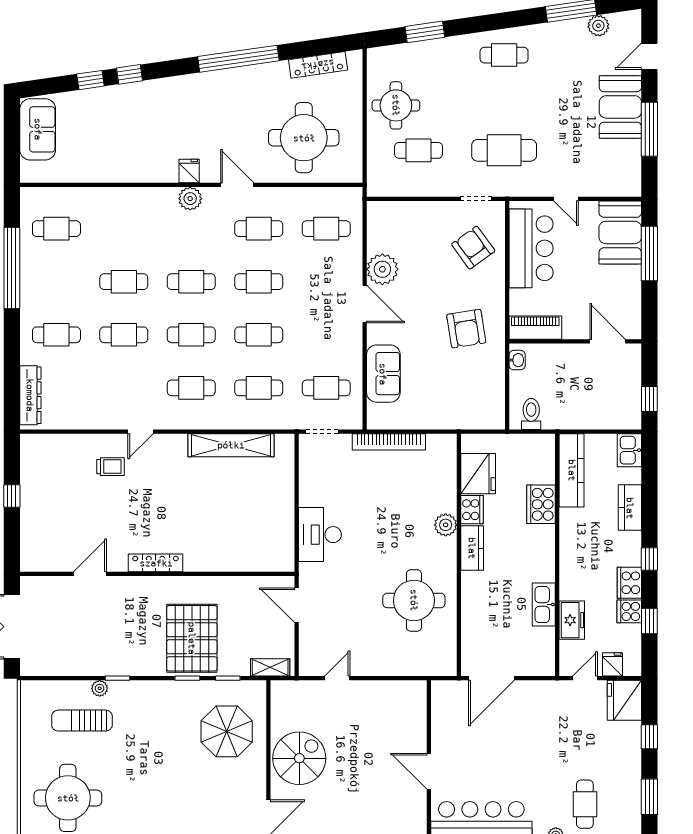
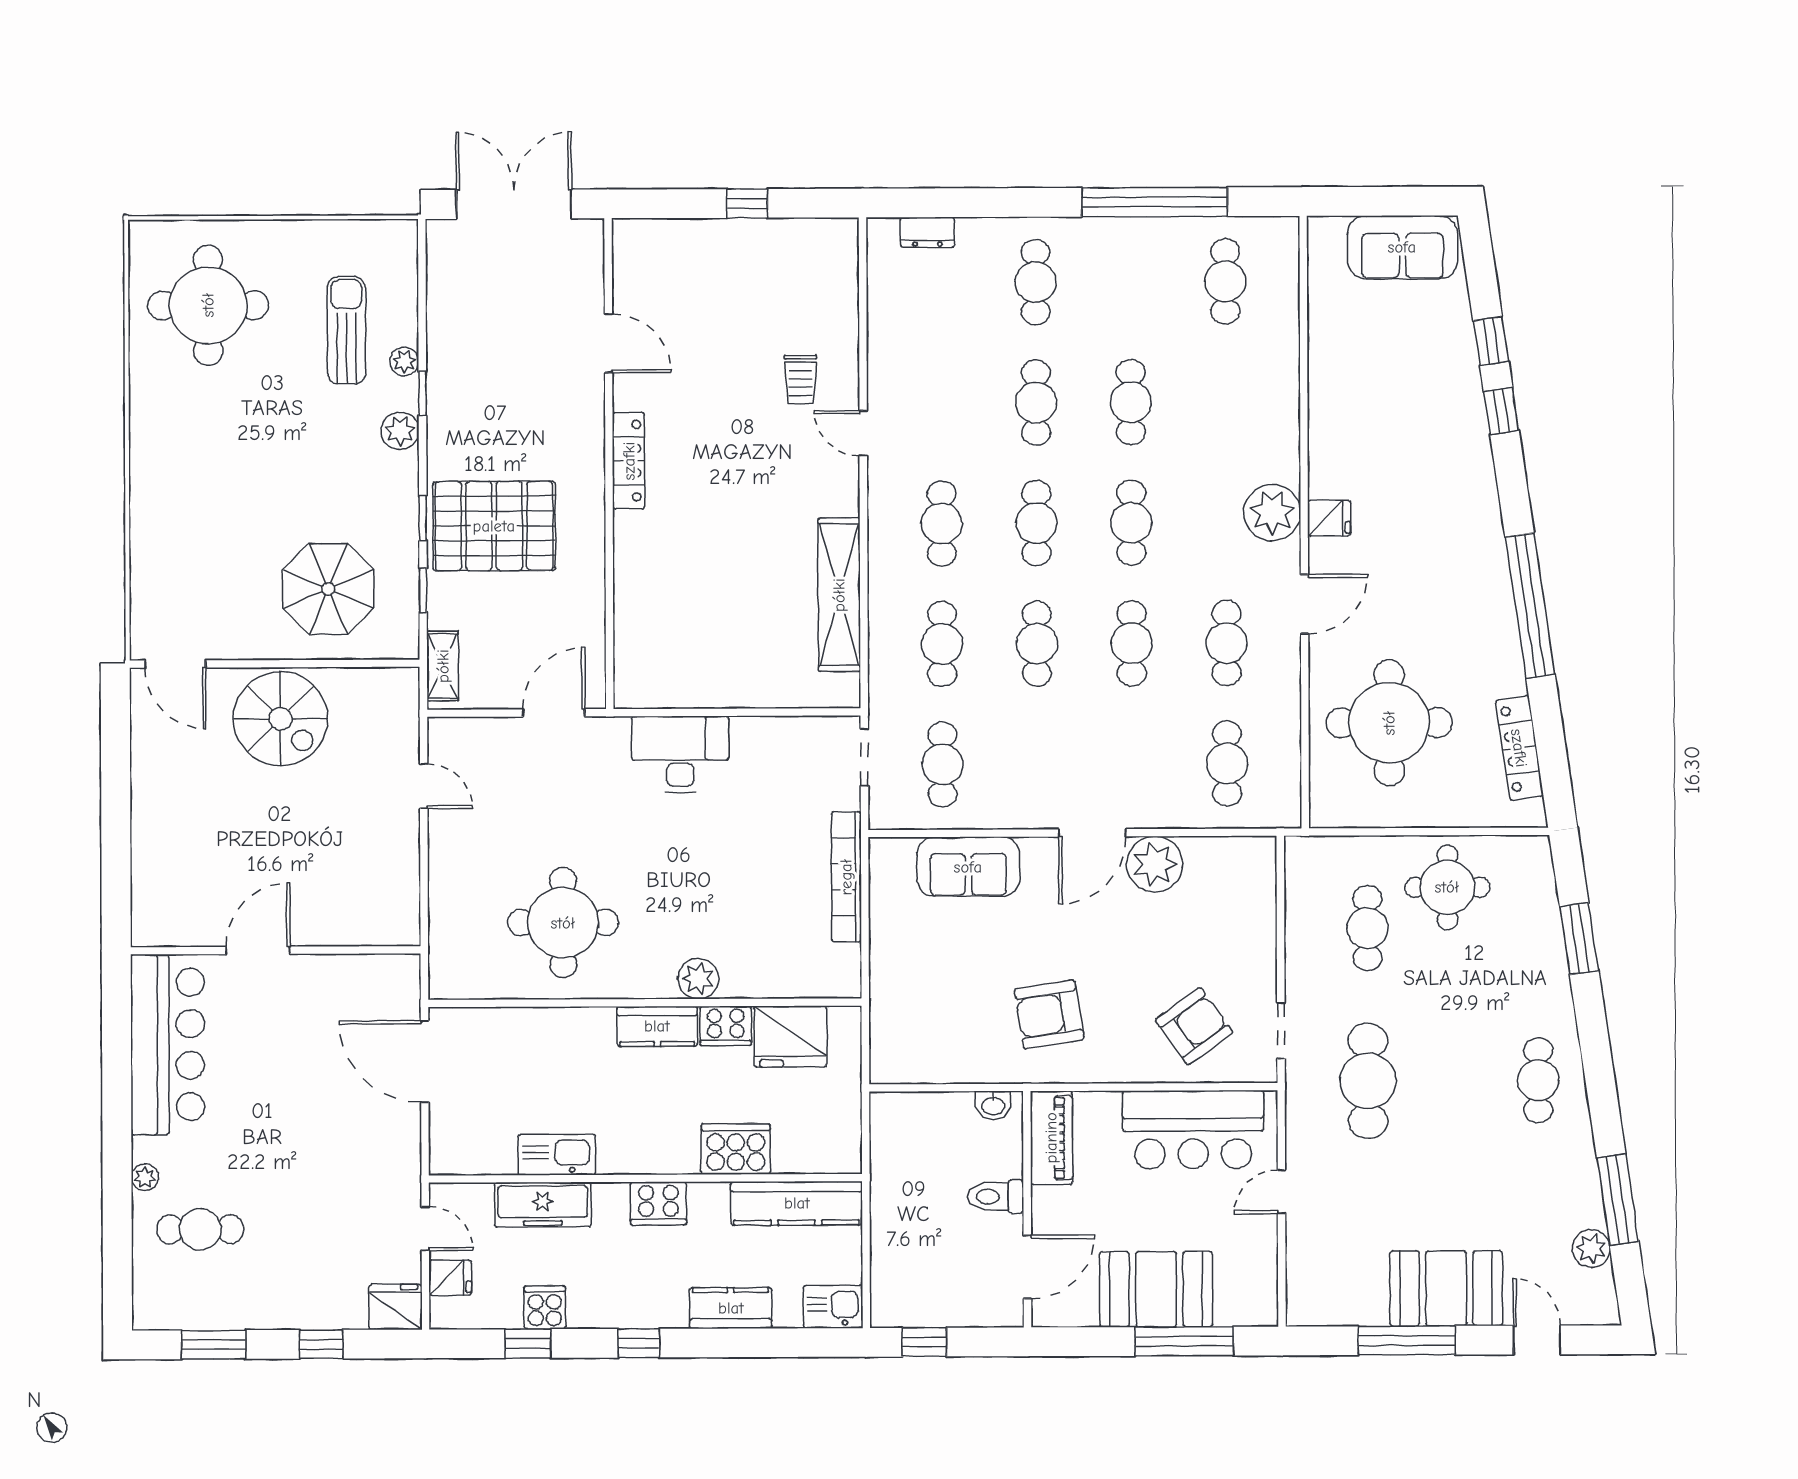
plant: (190, 199) -> (1272, 513), width x1.36, depth x1.36
booth: (620, 232) -> (1156, 1289), moved
dresser: (30, 395) -> (927, 232), width x0.51, depth x0.80
toilet: (531, 414) -> (996, 1197), moved, turned 180
cooker: (629, 583) -> (658, 1203), moved, turned 180
freezer: (572, 620) -> (543, 1205), width x1.40
plant: (138, 691) -> (400, 431), added
fridge: (624, 700) -> (396, 1307), width x0.73, depth x0.75

